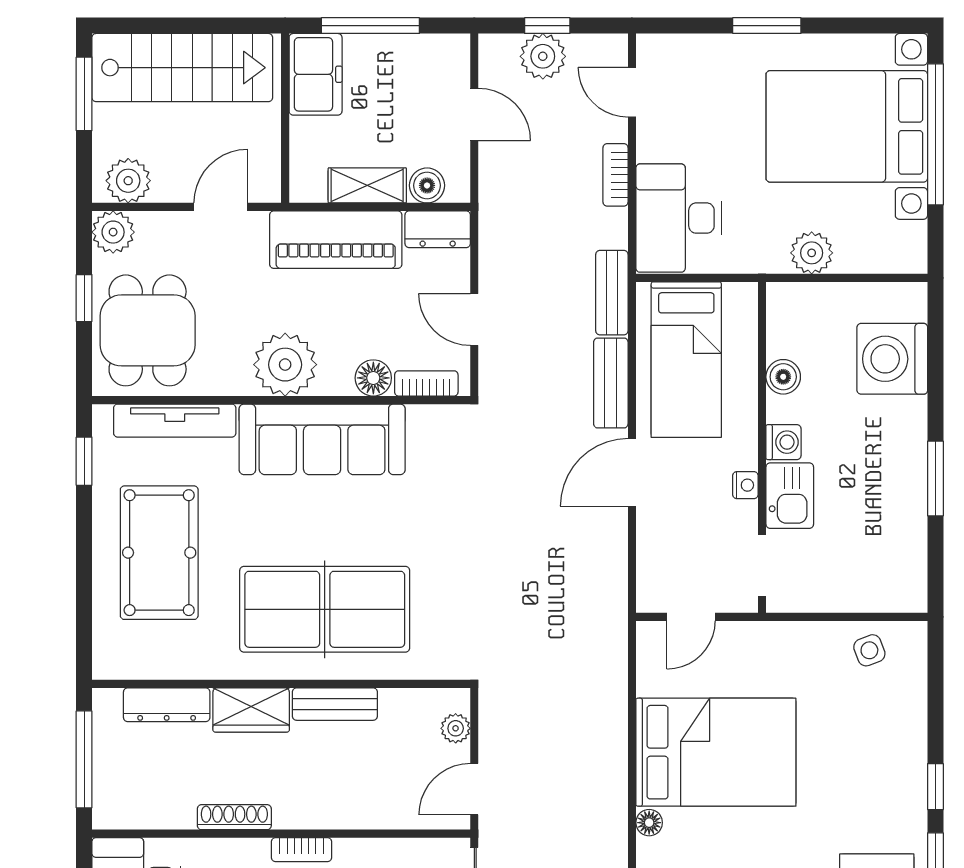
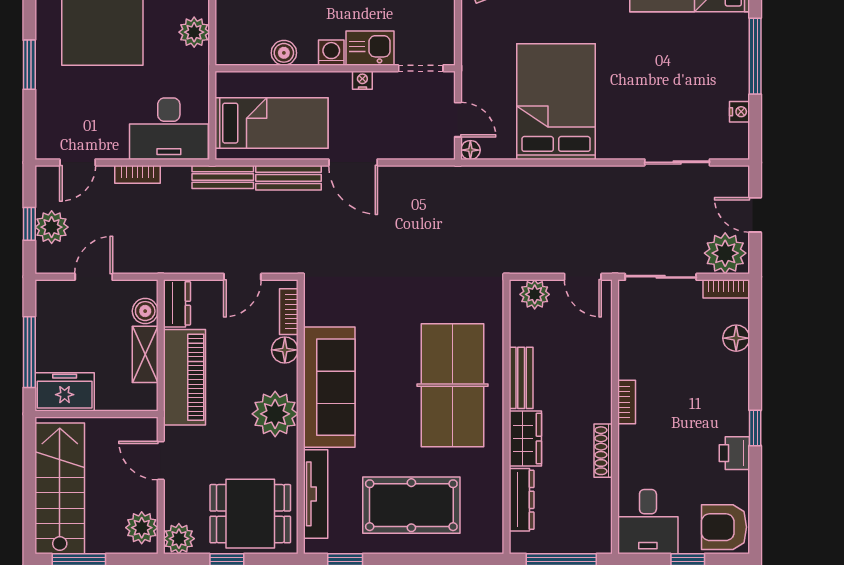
plant: (456, 728) -> (535, 294), width x1.38, depth x1.38
floor lamp: (649, 823) -> (470, 150), moved

